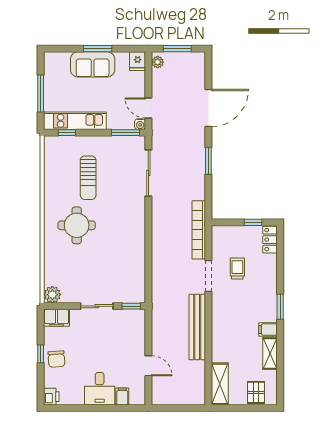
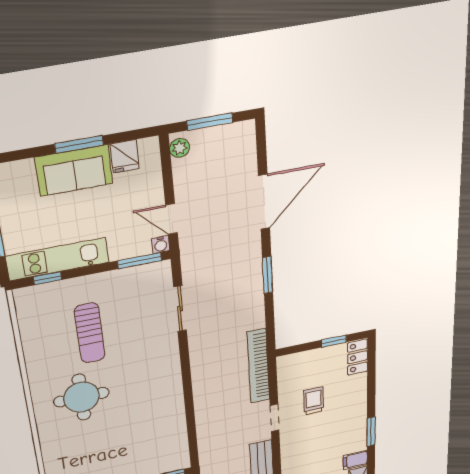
fridge: (138, 61) -> (125, 156), moved
sliding door: (148, 173) -> (180, 309), width x0.73
doorway: (208, 276) -> (275, 418), width x0.73

